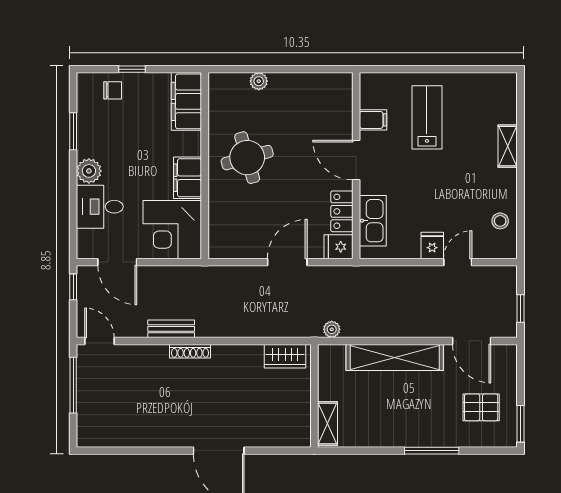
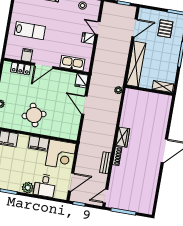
lab bench: (427, 117) -> (30, 31), turned 180
locker: (342, 211) -> (21, 69), moved
wardrobe: (285, 356) -> (123, 137), moved
wall: (314, 396) -> (149, 90), moved
shelving: (328, 424) -> (163, 87), moved

